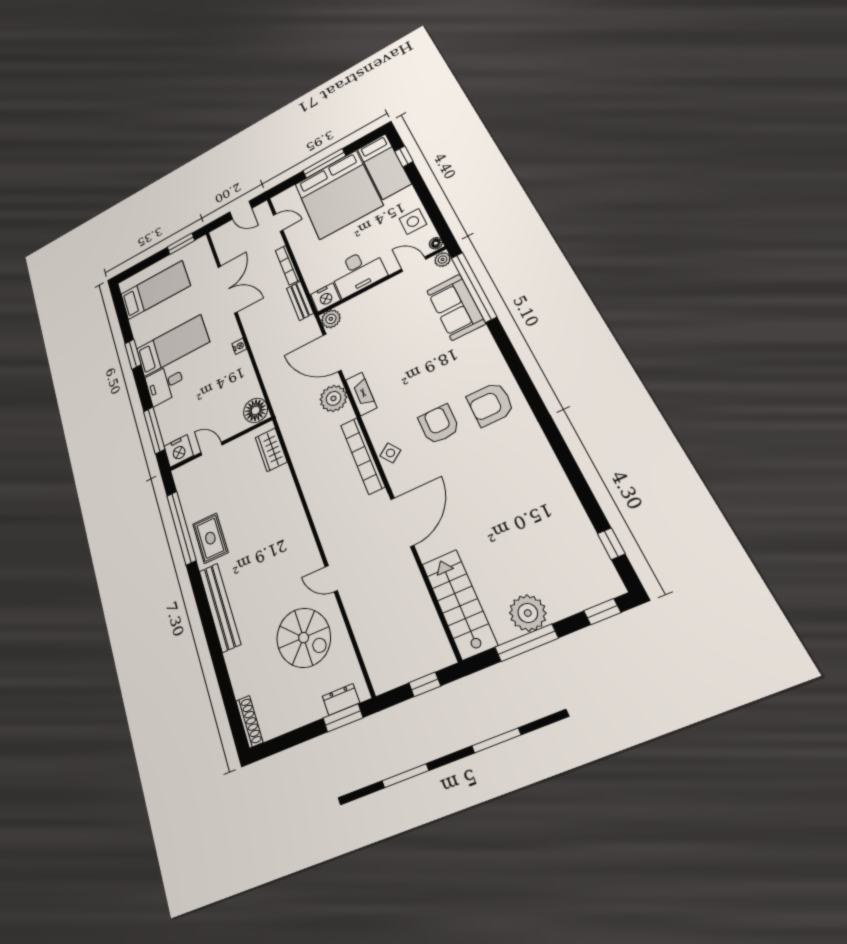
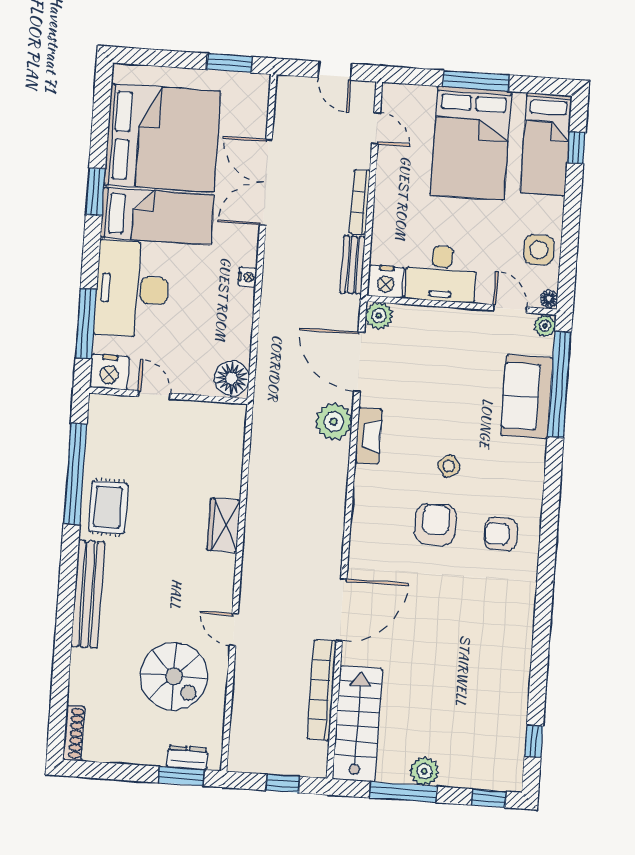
bed: (338, 194) -> (471, 143), width x0.73
double door: (227, 289) -> (266, 182), swing flipped
bed: (155, 290) -> (162, 138), width x2.04
desk: (165, 384) -> (132, 289), width x1.87, depth x1.30
armchair: (490, 404) -> (501, 534), width x0.72, depth x0.72
wardrobe: (271, 450) -> (224, 525), moved
side table: (390, 453) -> (449, 466), moved
bookcase: (363, 456) -> (322, 690), moved
plant: (528, 613) -> (424, 771), width x0.73, depth x0.73

